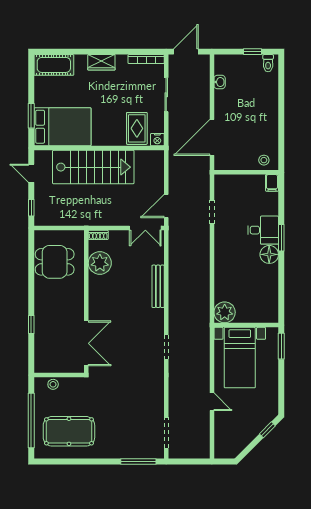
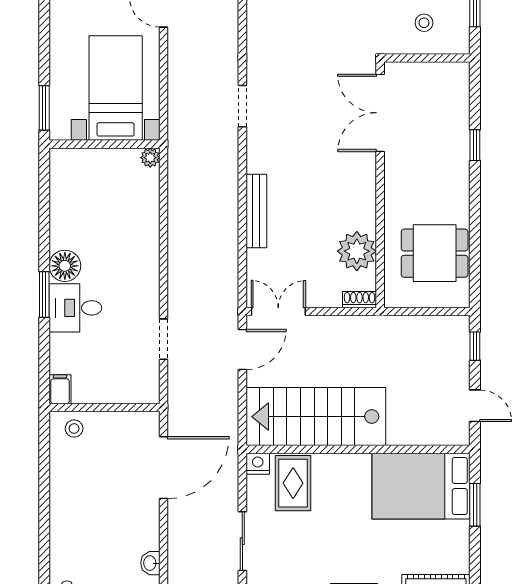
stairs: (93, 167) -> (316, 417), moved
plant: (225, 312) -> (150, 158), width x0.53, depth x0.53
stool: (53, 384) -> (424, 23), moved

